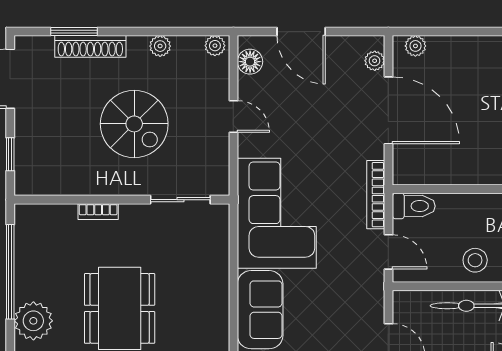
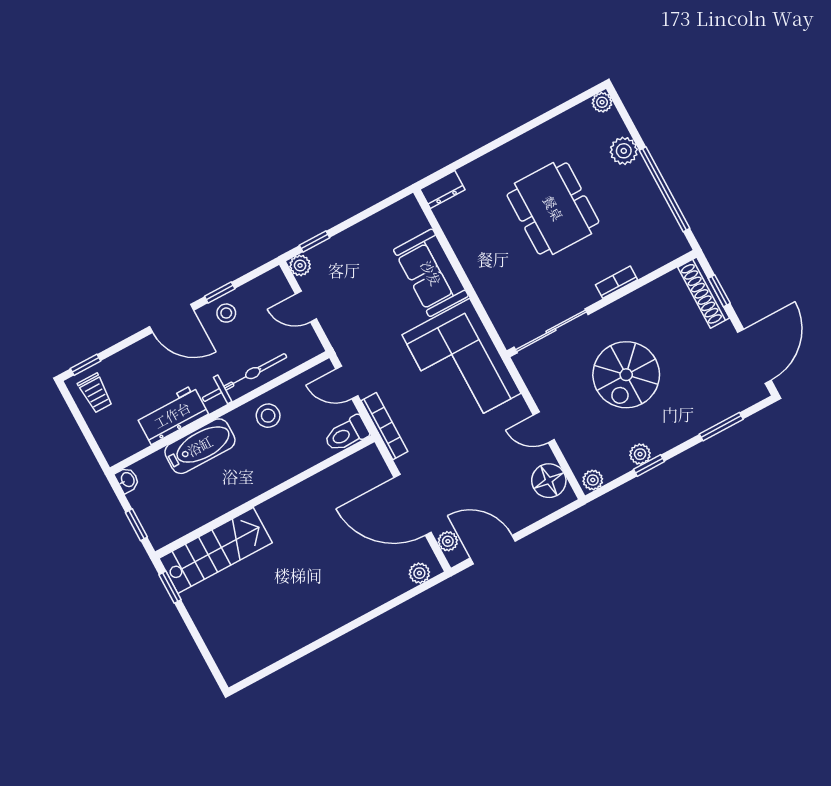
window: (157, 32) -> (649, 465), added
door: (301, 32) -> (493, 550), moved
shoe rack: (90, 46) -> (704, 293), moved, turned -90
floor lamp: (250, 62) -> (549, 481), width x1.38, depth x1.38
spiral stairs: (134, 124) -> (626, 375), turned -90
sliding door: (180, 200) -> (551, 331), width x1.37
plant: (33, 321) -> (624, 151), width x0.73, depth x0.73

